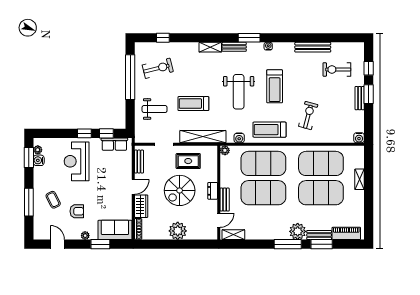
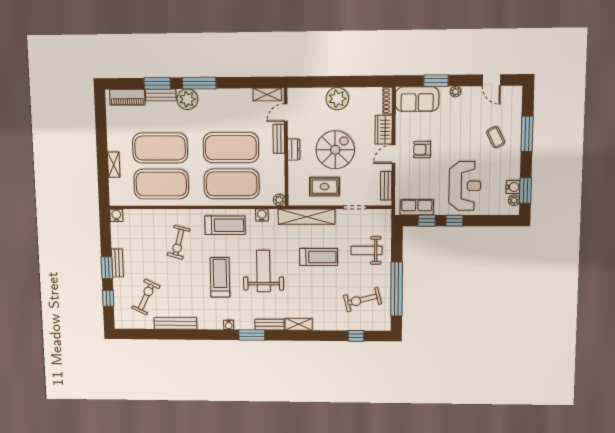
exercise bike: (337, 69) -> (146, 297), turned -64
armchair: (77, 211) -> (422, 150), moved

